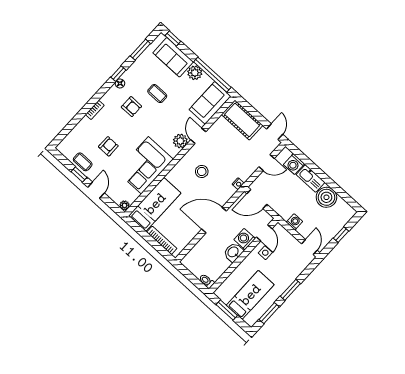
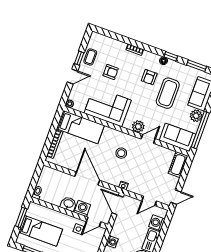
coffee table: (157, 94) -> (168, 93), width x1.86, depth x1.72
cot: (242, 120) -> (178, 165), width x0.73, depth x0.75
door: (267, 163) -> (149, 201), hinge flipped

